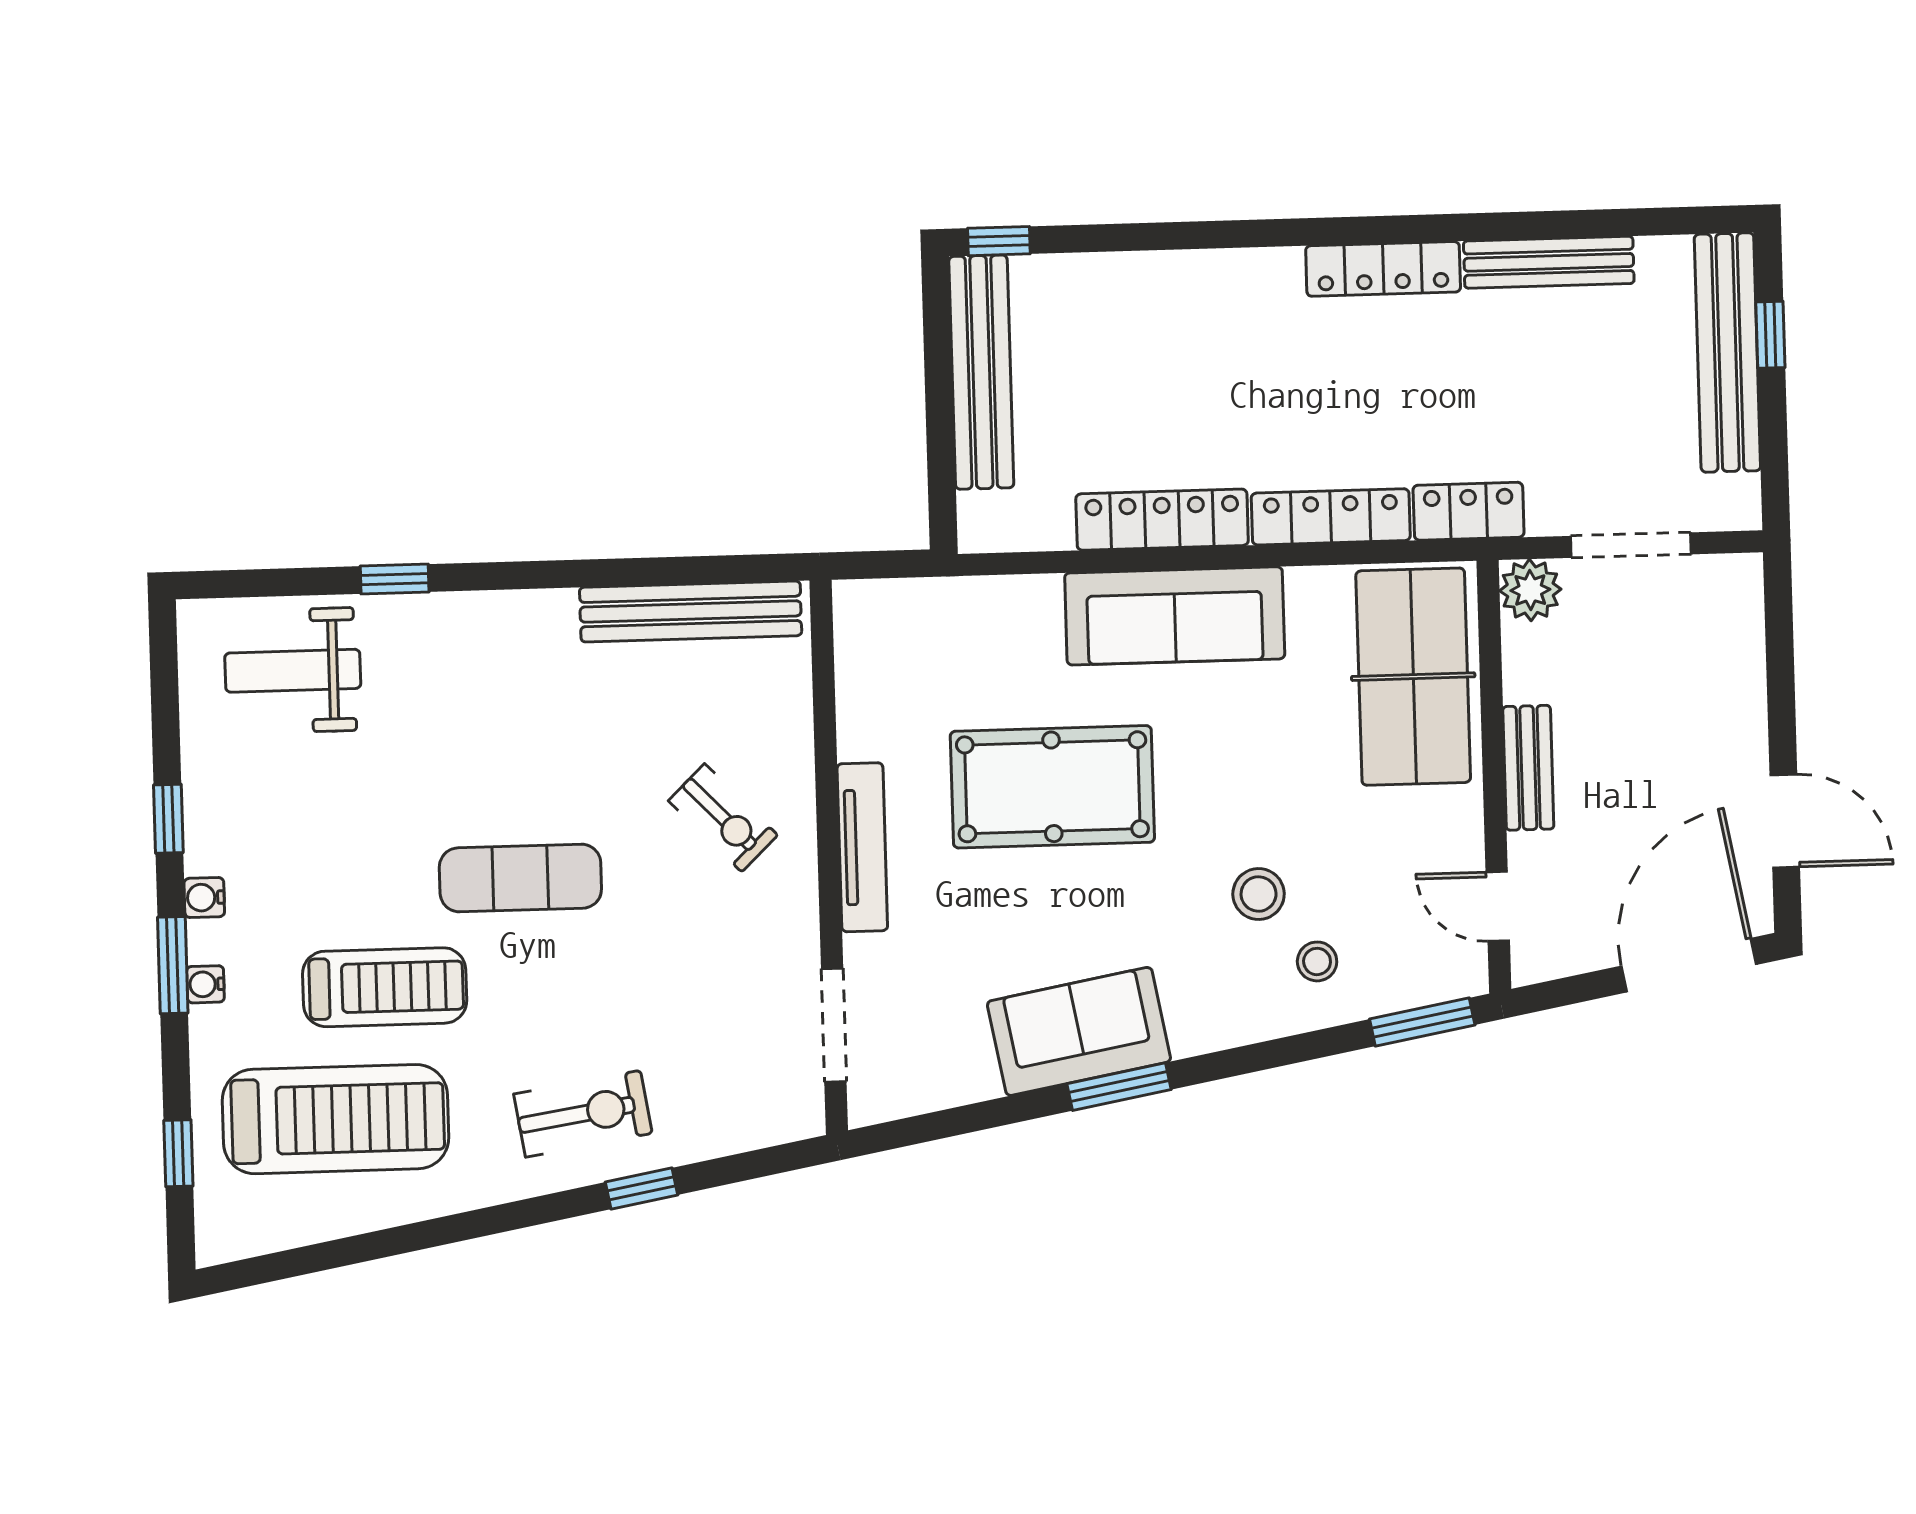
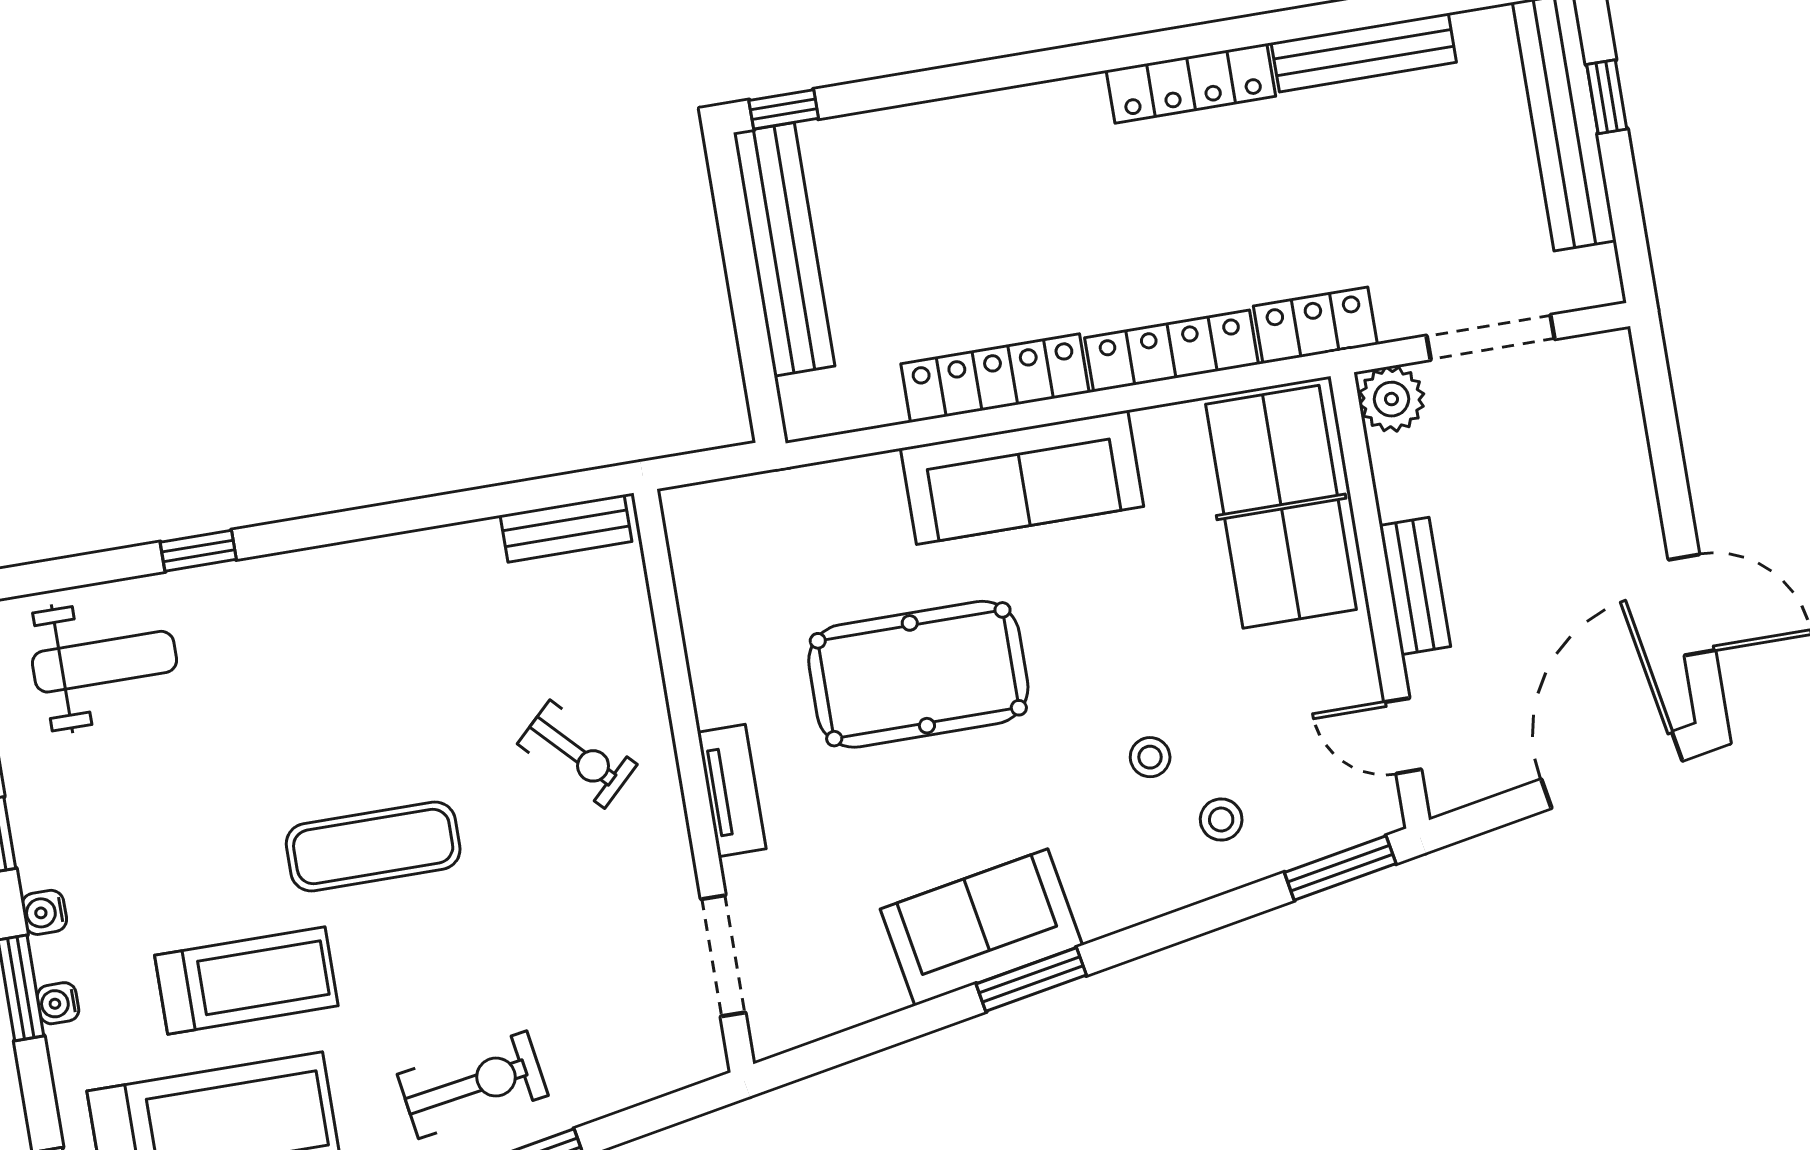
bench: (691, 611) -> (566, 528), width x0.54, depth x0.82
weight bench: (293, 671) -> (104, 662), turned 180
tv unit: (862, 847) -> (732, 791), width x0.71
stool: (1259, 894) -> (1150, 757), width x0.73, depth x0.73

